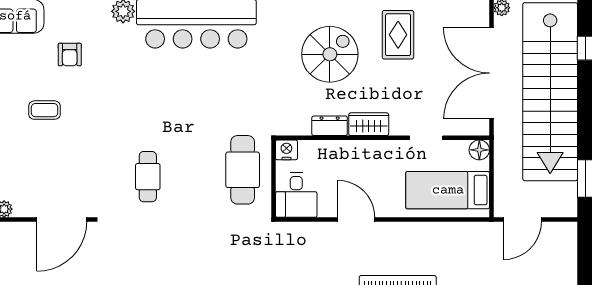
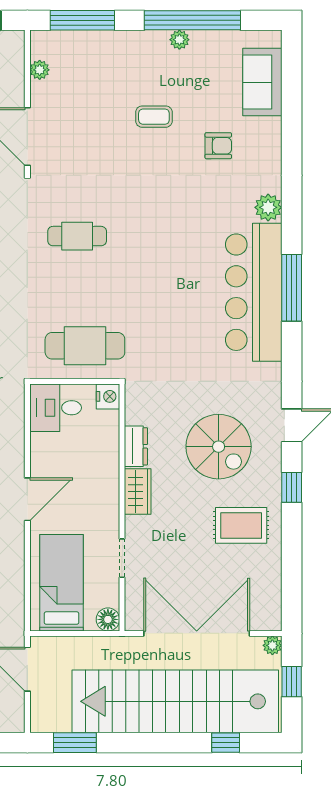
armchair: (70, 55) -> (218, 146), turned 180
coffee table: (45, 110) -> (154, 117), turned 90
door: (356, 220) -> (27, 499), moved

